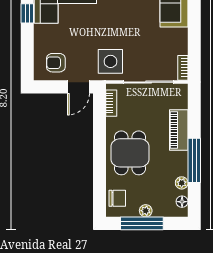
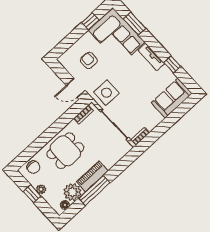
armchair: (56, 63) -> (89, 60), moved
piano: (179, 130) -> (92, 176), moved
plant: (182, 183) -> (72, 192), width x1.88, depth x1.88
window: (142, 223) -> (32, 194), width x0.46

